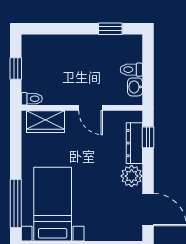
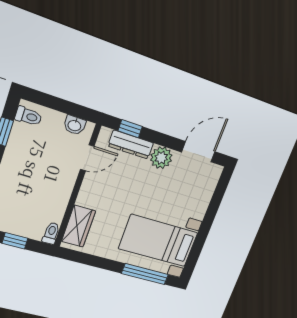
toilet: (131, 70) -> (28, 116), moved, turned -90
door: (91, 108) -> (87, 158), moved

